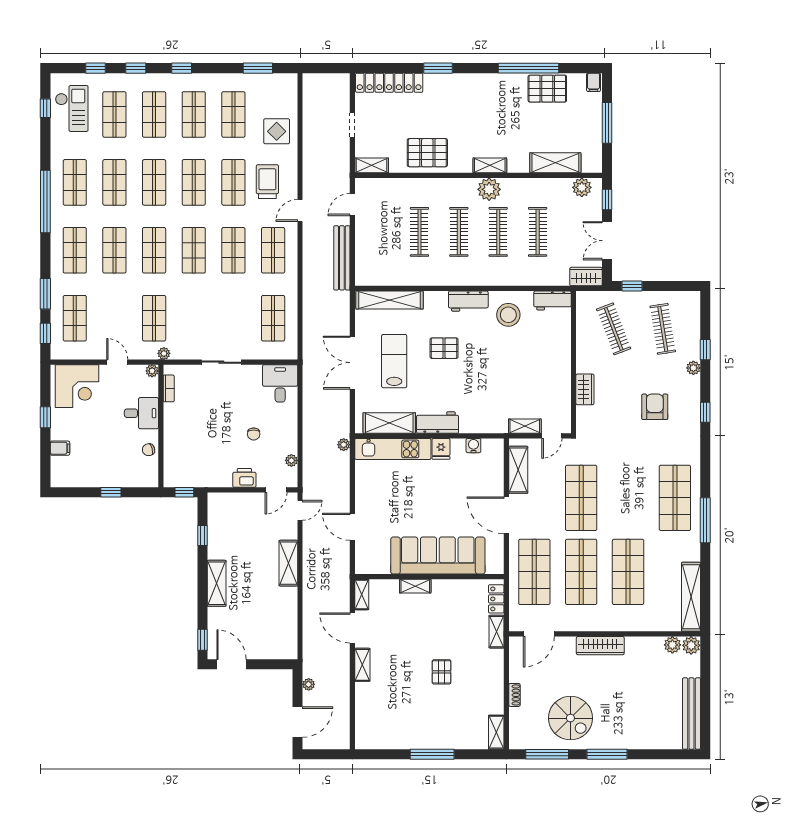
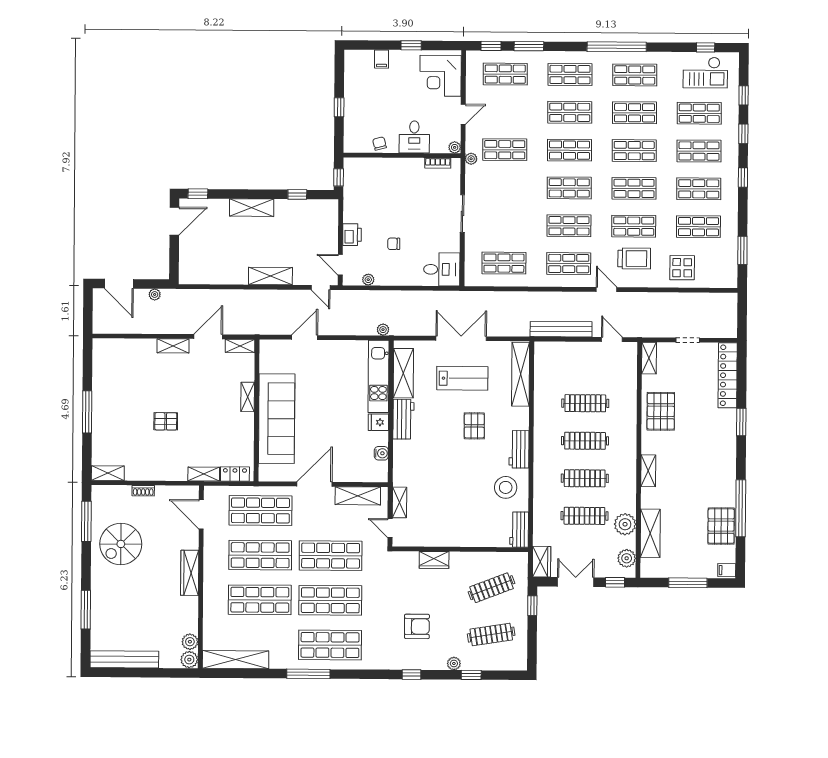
plant: (489, 189) -> (625, 524), moved
shop shelf: (628, 498) -> (330, 600), added
window: (607, 754) -> (86, 610), moved

